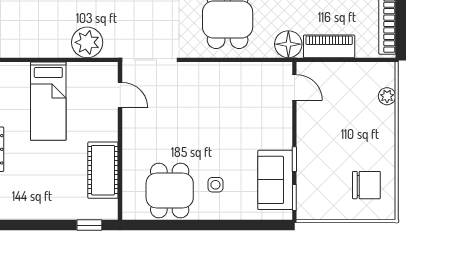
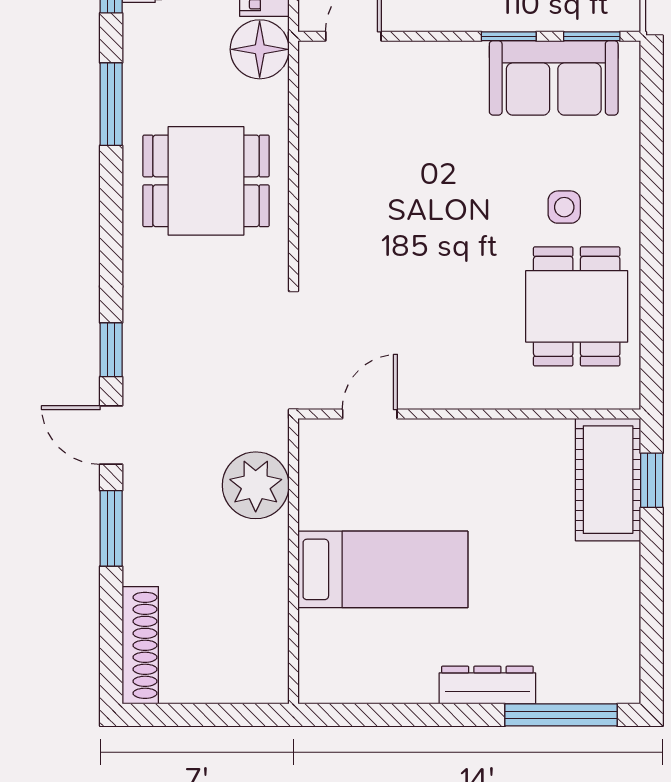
cot: (103, 170) -> (608, 480), moved, turned 90
dining table: (170, 190) -> (577, 306), turned 90

